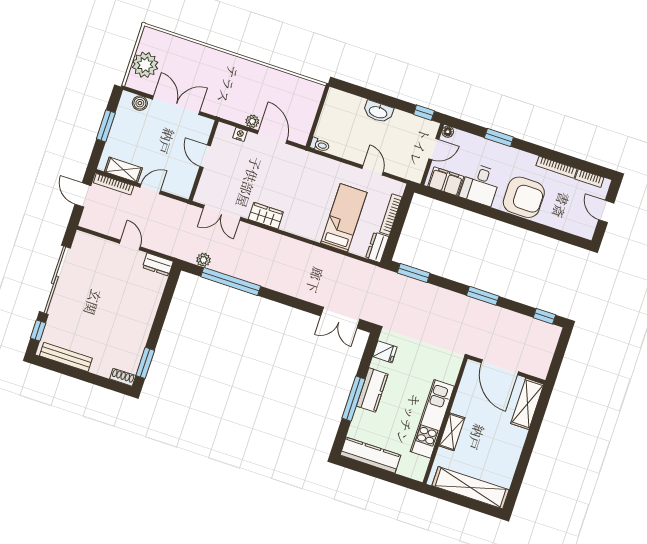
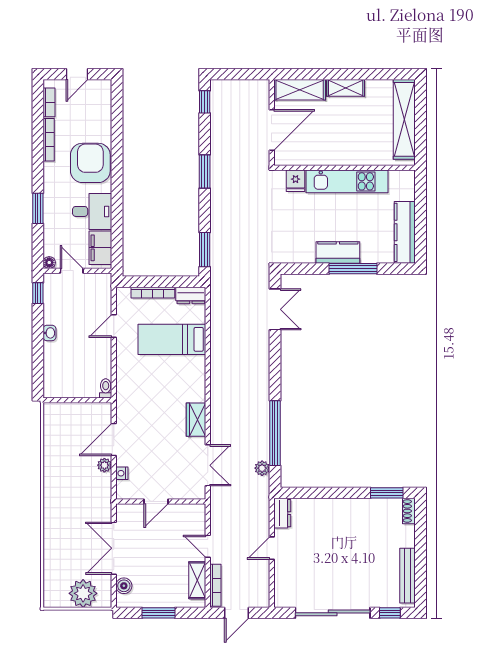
washbasin: (378, 112) -> (49, 333), width x0.52, depth x0.69
fridge: (385, 352) -> (296, 181), moved, turned 180
shelving: (452, 432) -> (346, 88), moved

